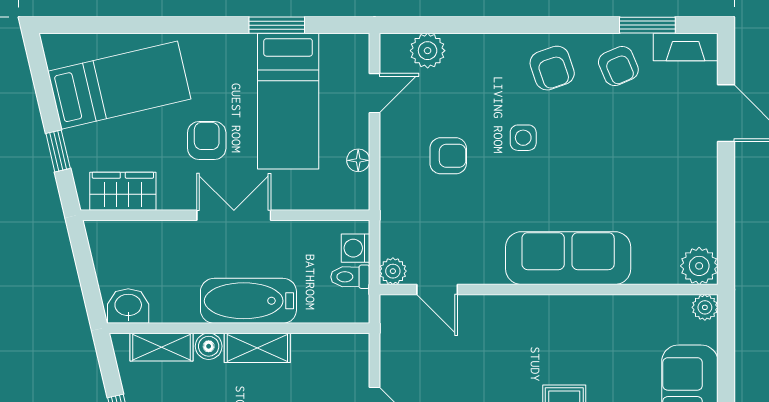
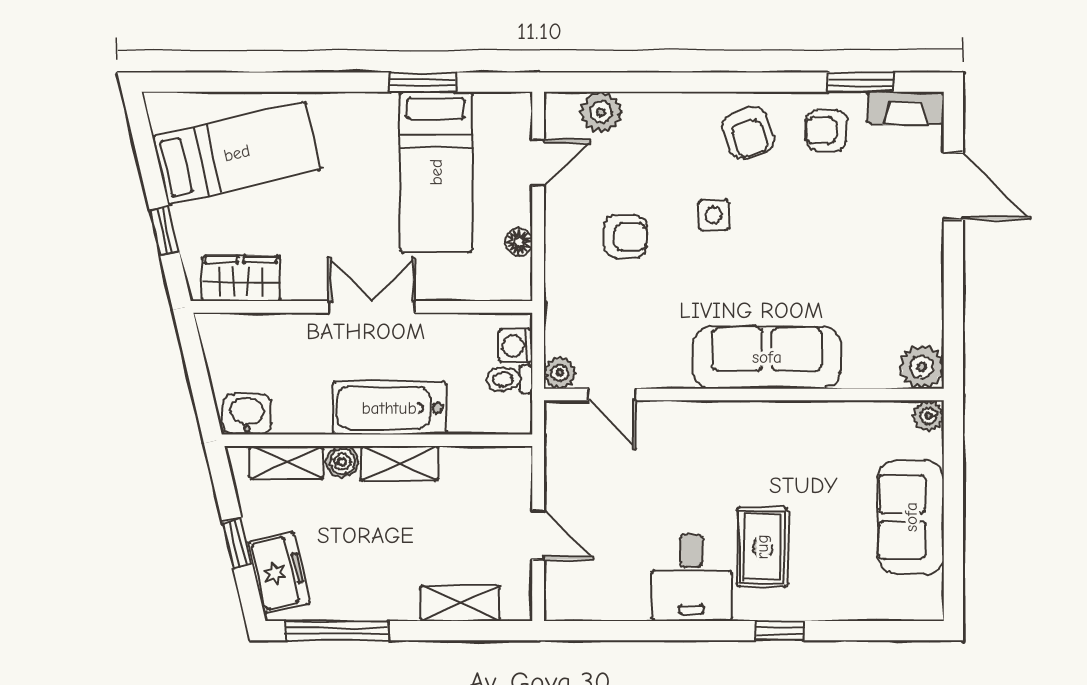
armchair: (618, 66) -> (826, 130), turned 113
armchair: (207, 141) -> (340, 219), removed

